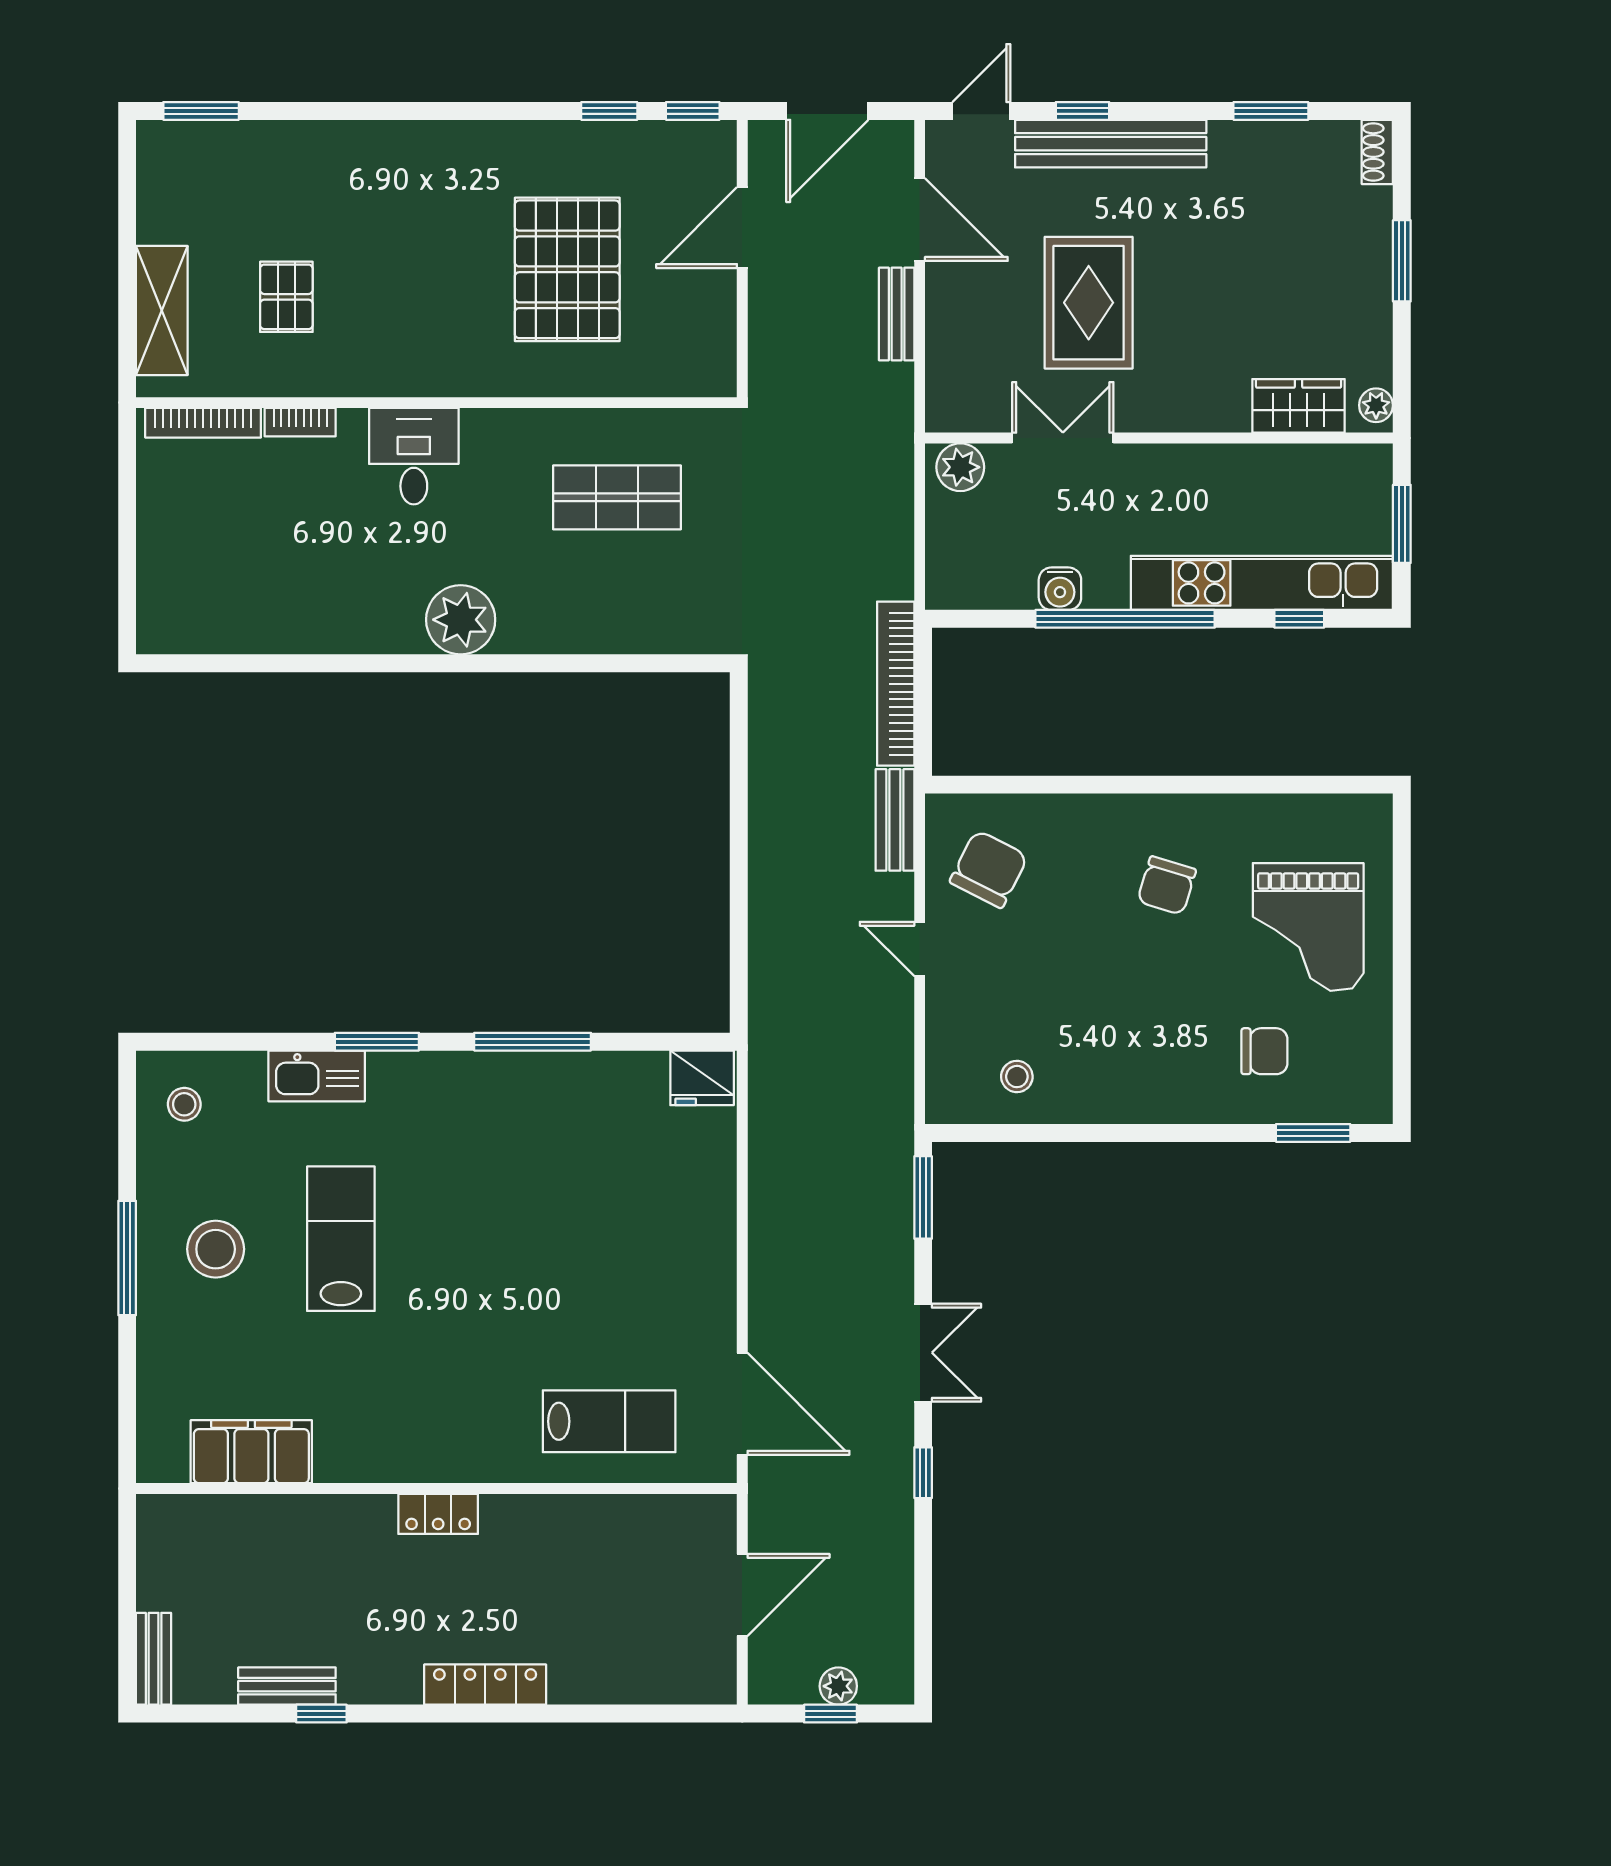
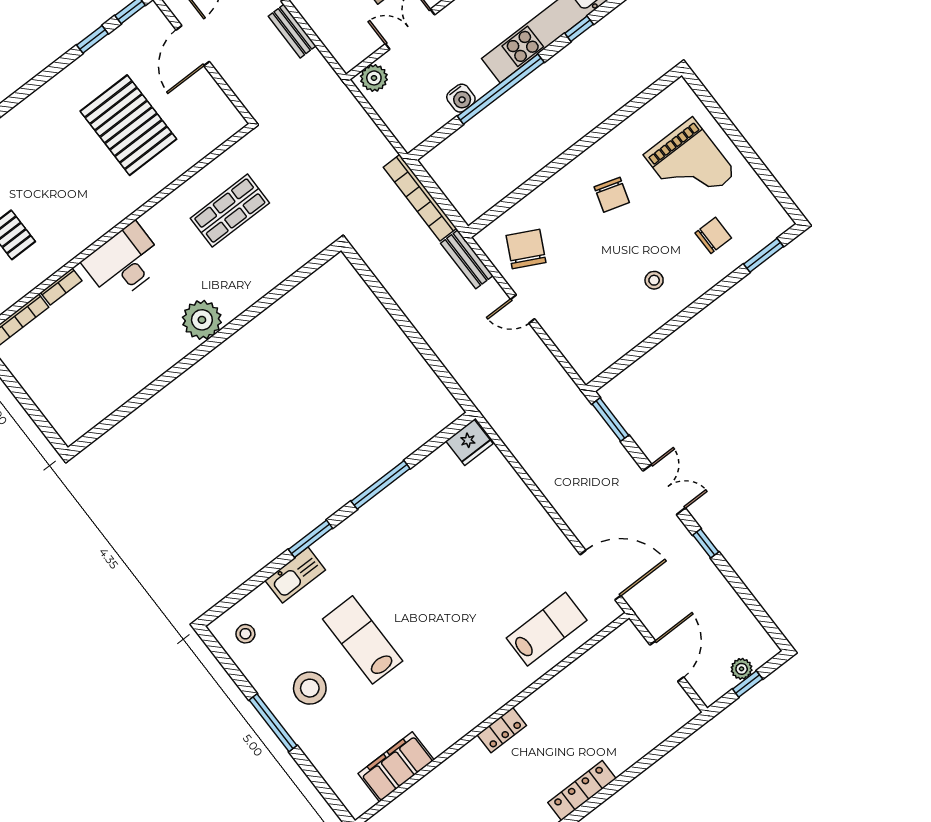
desk: (414, 456) -> (124, 262), width x1.37
stool: (1017, 1077) -> (654, 280), moved

